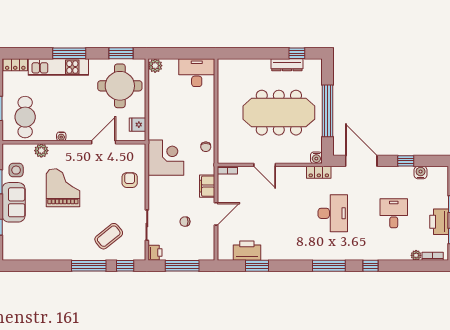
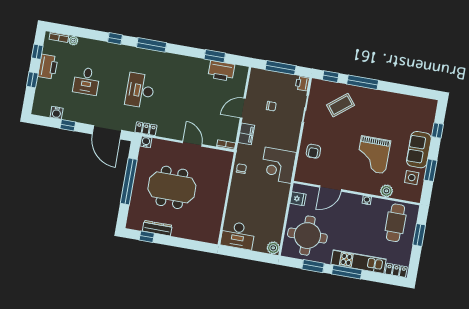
window: (121, 53) -> (313, 266), moved
meeting table: (279, 113) -> (172, 187), width x0.73

